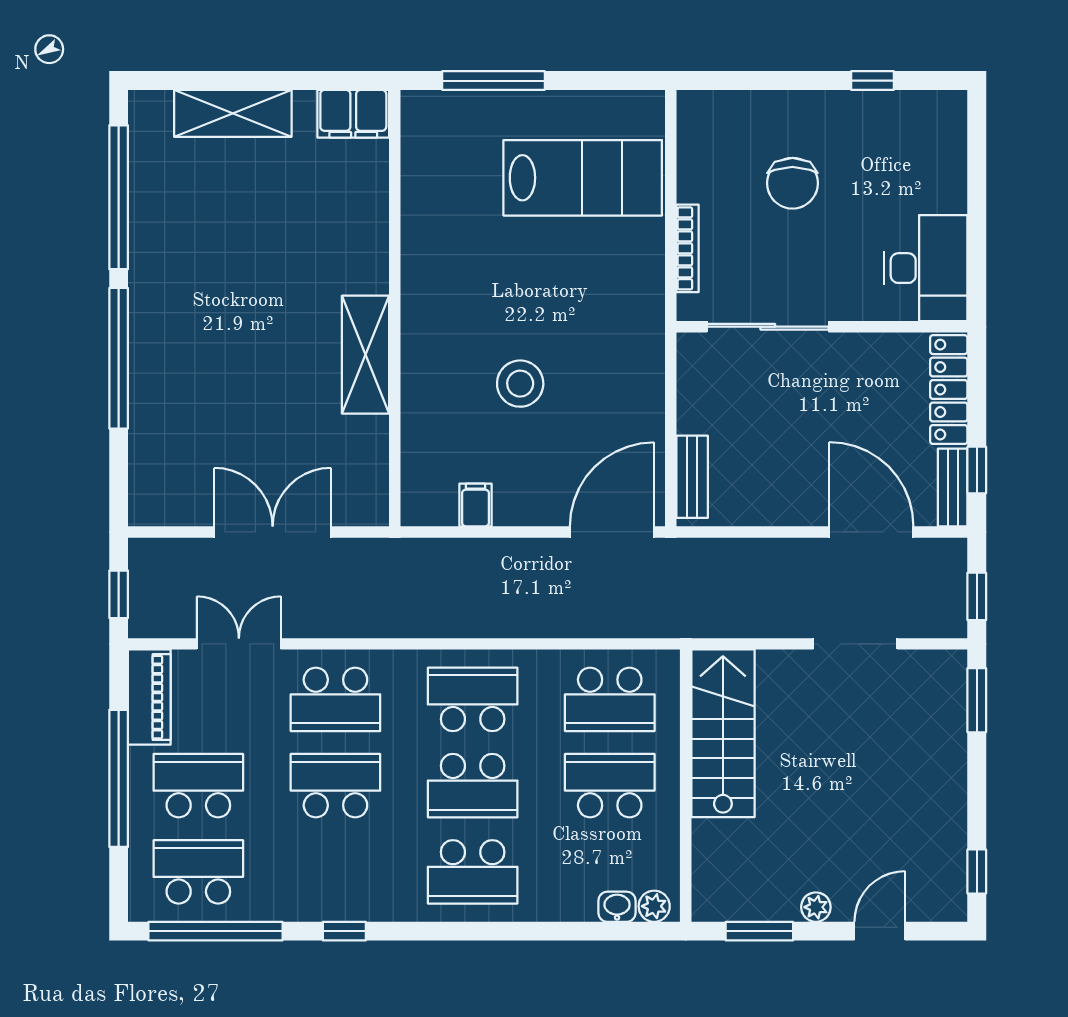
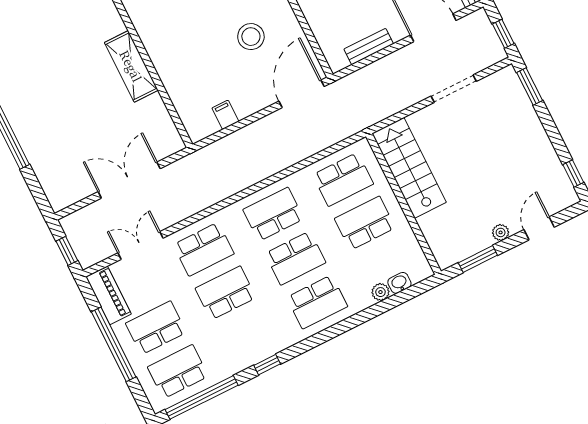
stool: (520, 384) -> (251, 37), moved
bench: (692, 477) -> (369, 47), moved, turned 90
plant: (654, 906) -> (380, 292), moved

